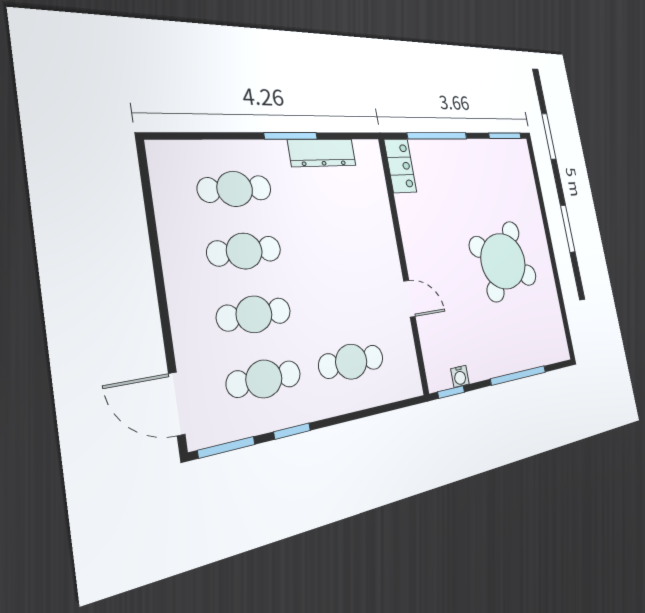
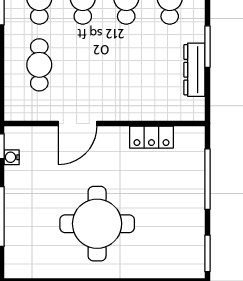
locker: (400, 166) -> (151, 137), moved
round table: (503, 261) -> (97, 224), turned -31
door: (409, 299) -> (78, 123), width x1.38

